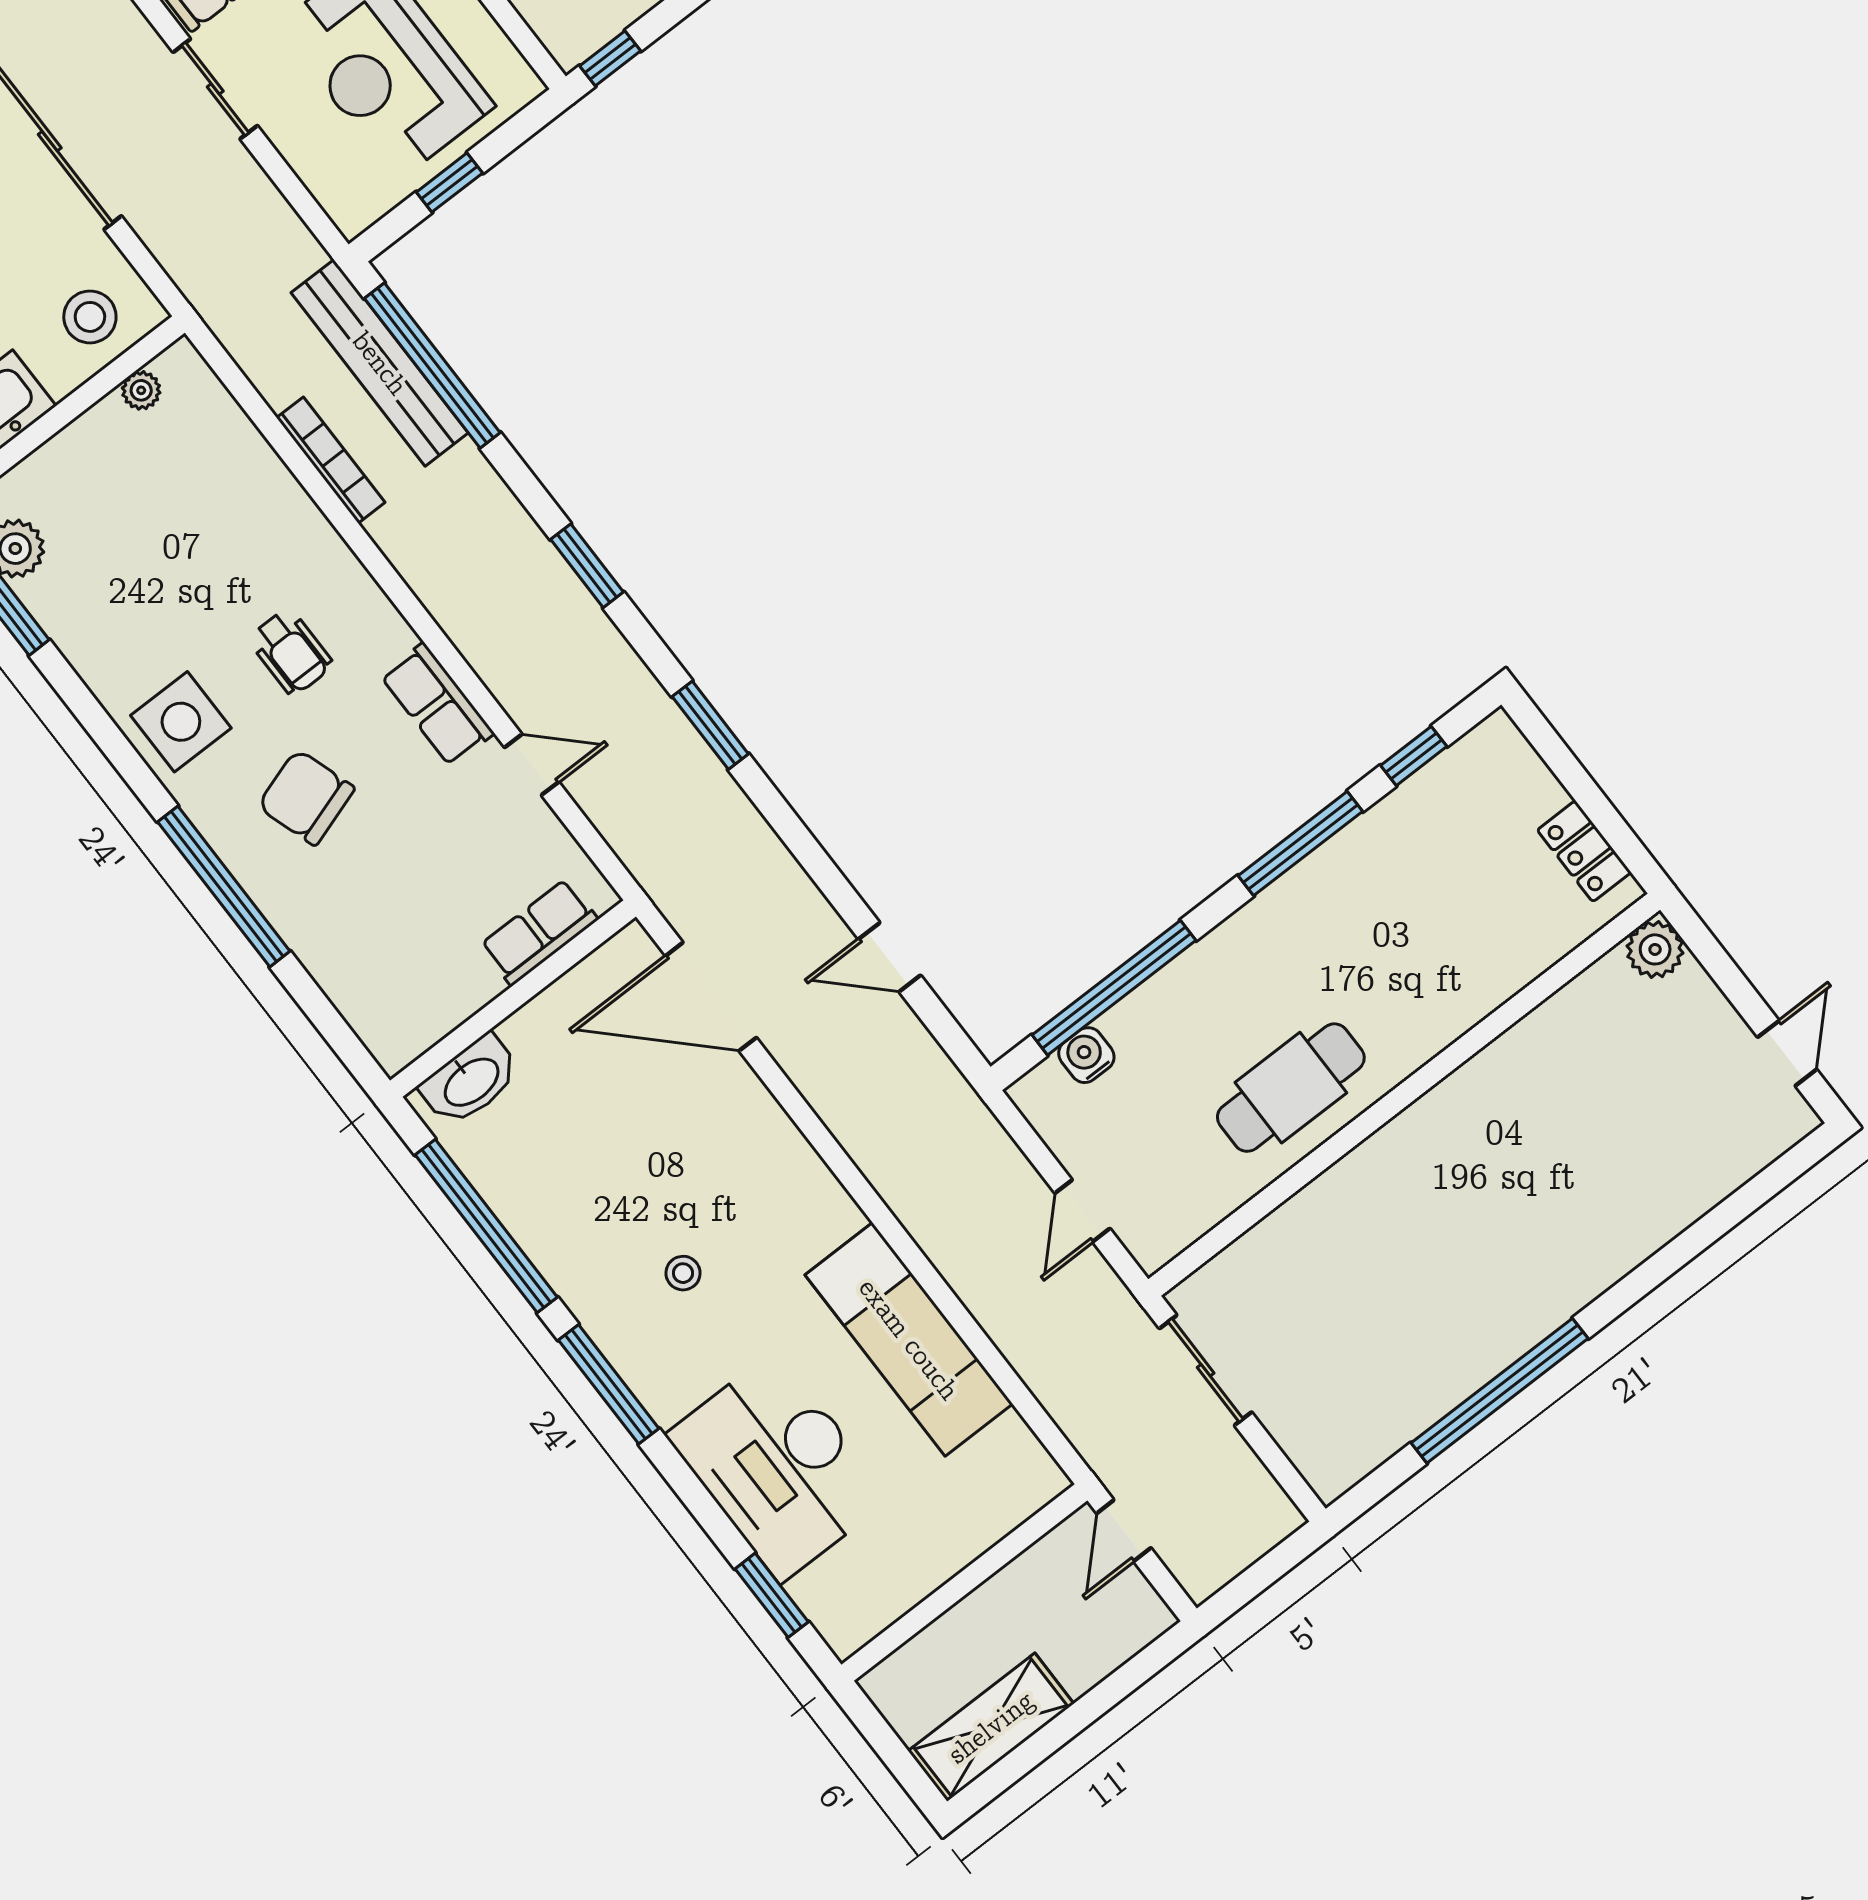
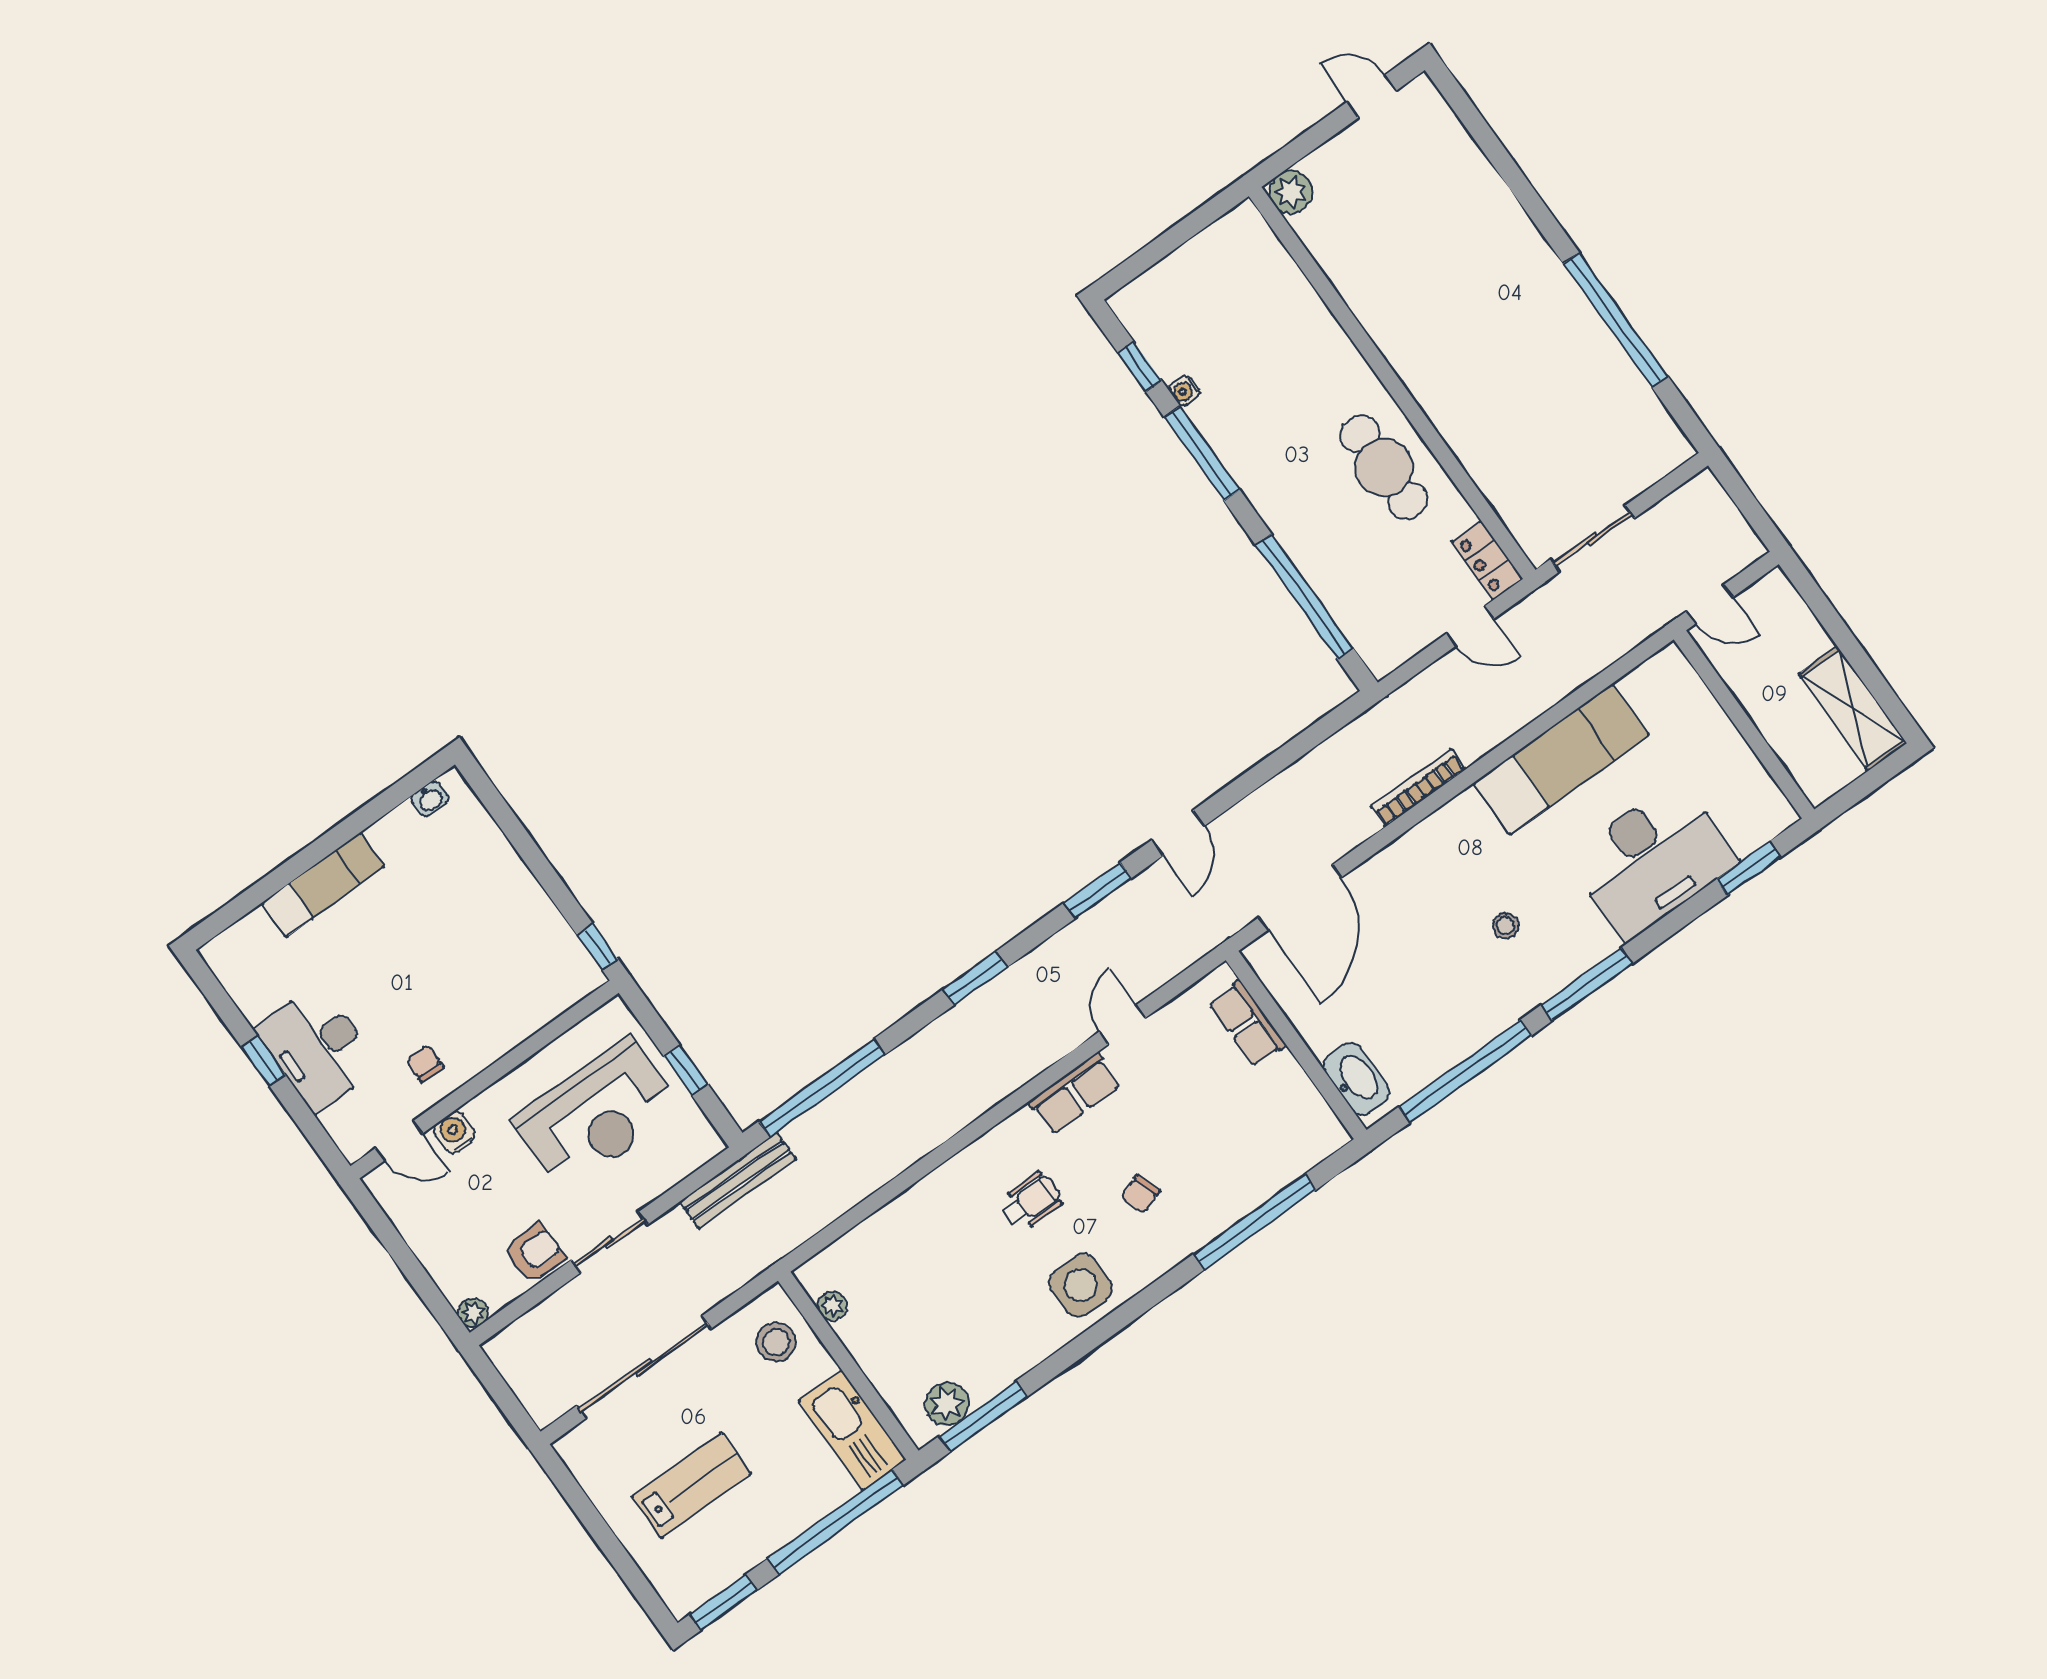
bench: (380, 363) -> (738, 1180), moved, width x0.73, depth x0.82
bookcase: (331, 460) -> (1418, 788), moved
chair: (306, 797) -> (1140, 1194), width x0.54, depth x0.54
locker: (1584, 851) -> (1487, 560), moved, turned 90
window: (224, 887) -> (1255, 1222), moved
door: (890, 957) -> (1178, 833), moved
water cooler: (1086, 1055) -> (1184, 391), moved, width x0.72, depth x0.72

